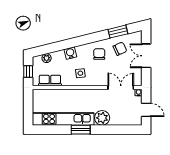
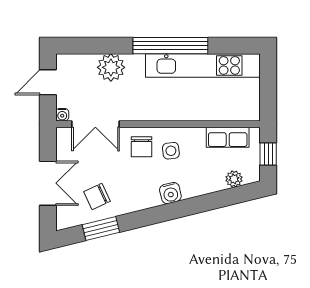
water cooler: (70, 53) -> (170, 193), moved
chair: (99, 54) -> (142, 147), moved
door: (146, 110) -> (48, 82), hinge flipped
plant: (102, 118) -> (111, 67), moved
window: (81, 130) -> (170, 46), width x2.11

